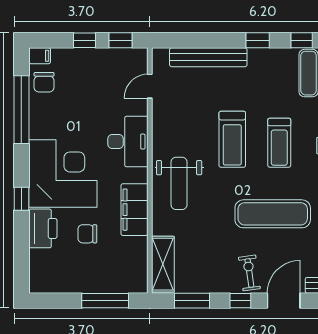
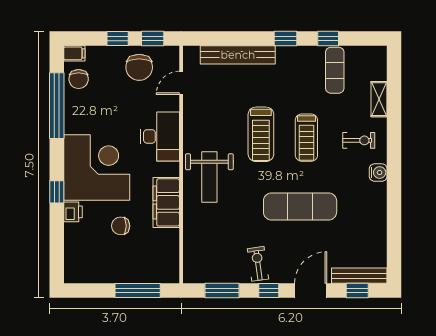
chair: (107, 70) -> (139, 67), added
printer: (43, 228) -> (73, 212), width x0.53, depth x0.68
shelving: (163, 264) -> (194, 255), removed
exercise bike: (249, 273) -> (258, 264), moved

